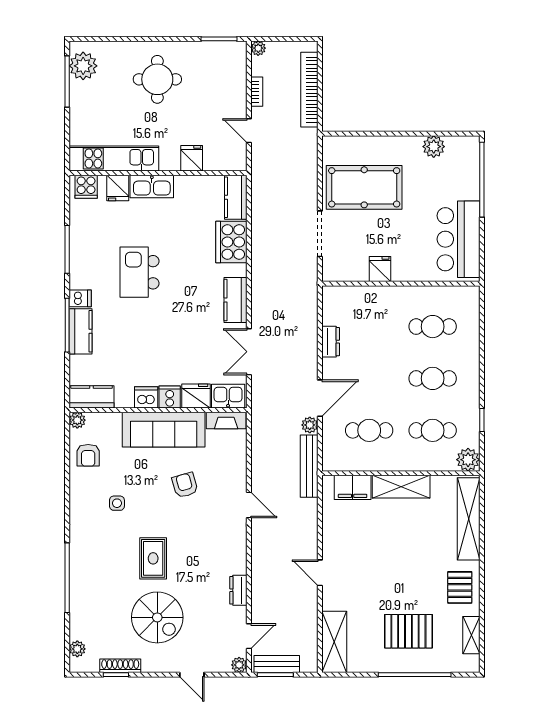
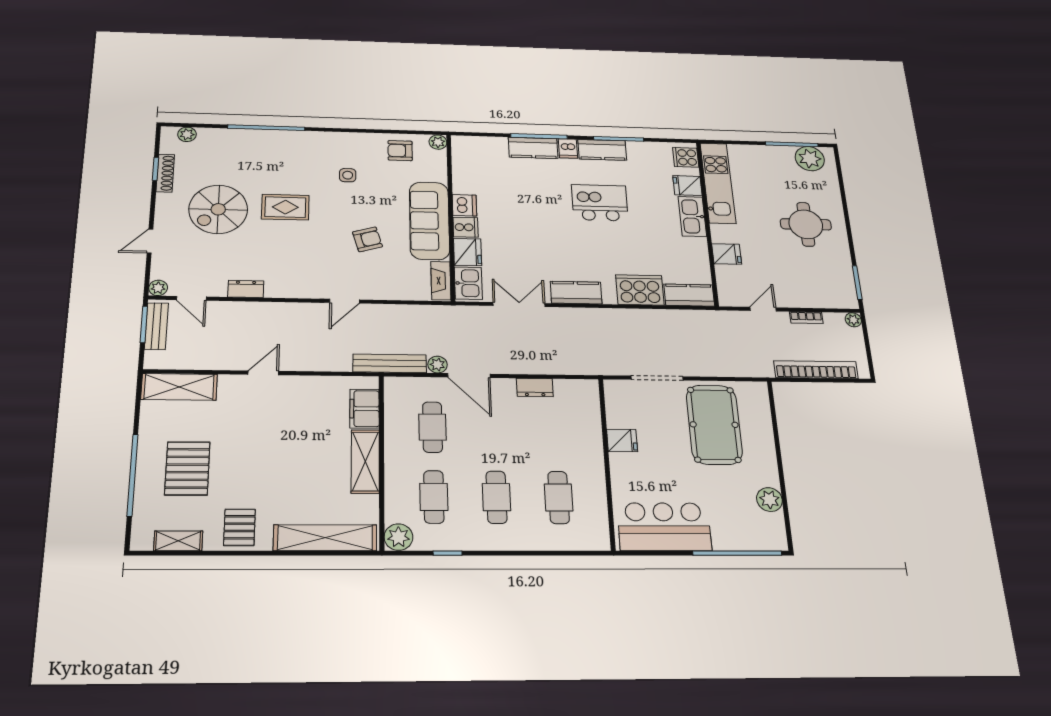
kitchen counter: (92, 397) -> (602, 150), moved, turned 90
pallet: (460, 587) -> (239, 527), turned 90

